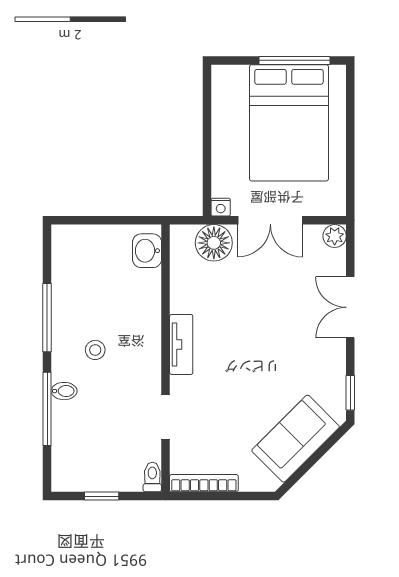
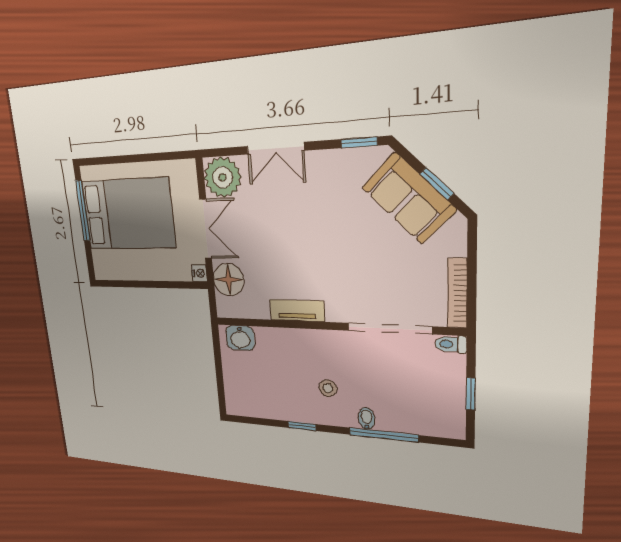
plant: (335, 236) -> (223, 177), width x1.87, depth x1.87
window: (47, 318) -> (302, 426), width x0.46
tv unit: (181, 344) -> (297, 311), moved
doorway: (166, 417) -> (389, 329), width x1.87
window: (308, 464) -> (437, 184), added

